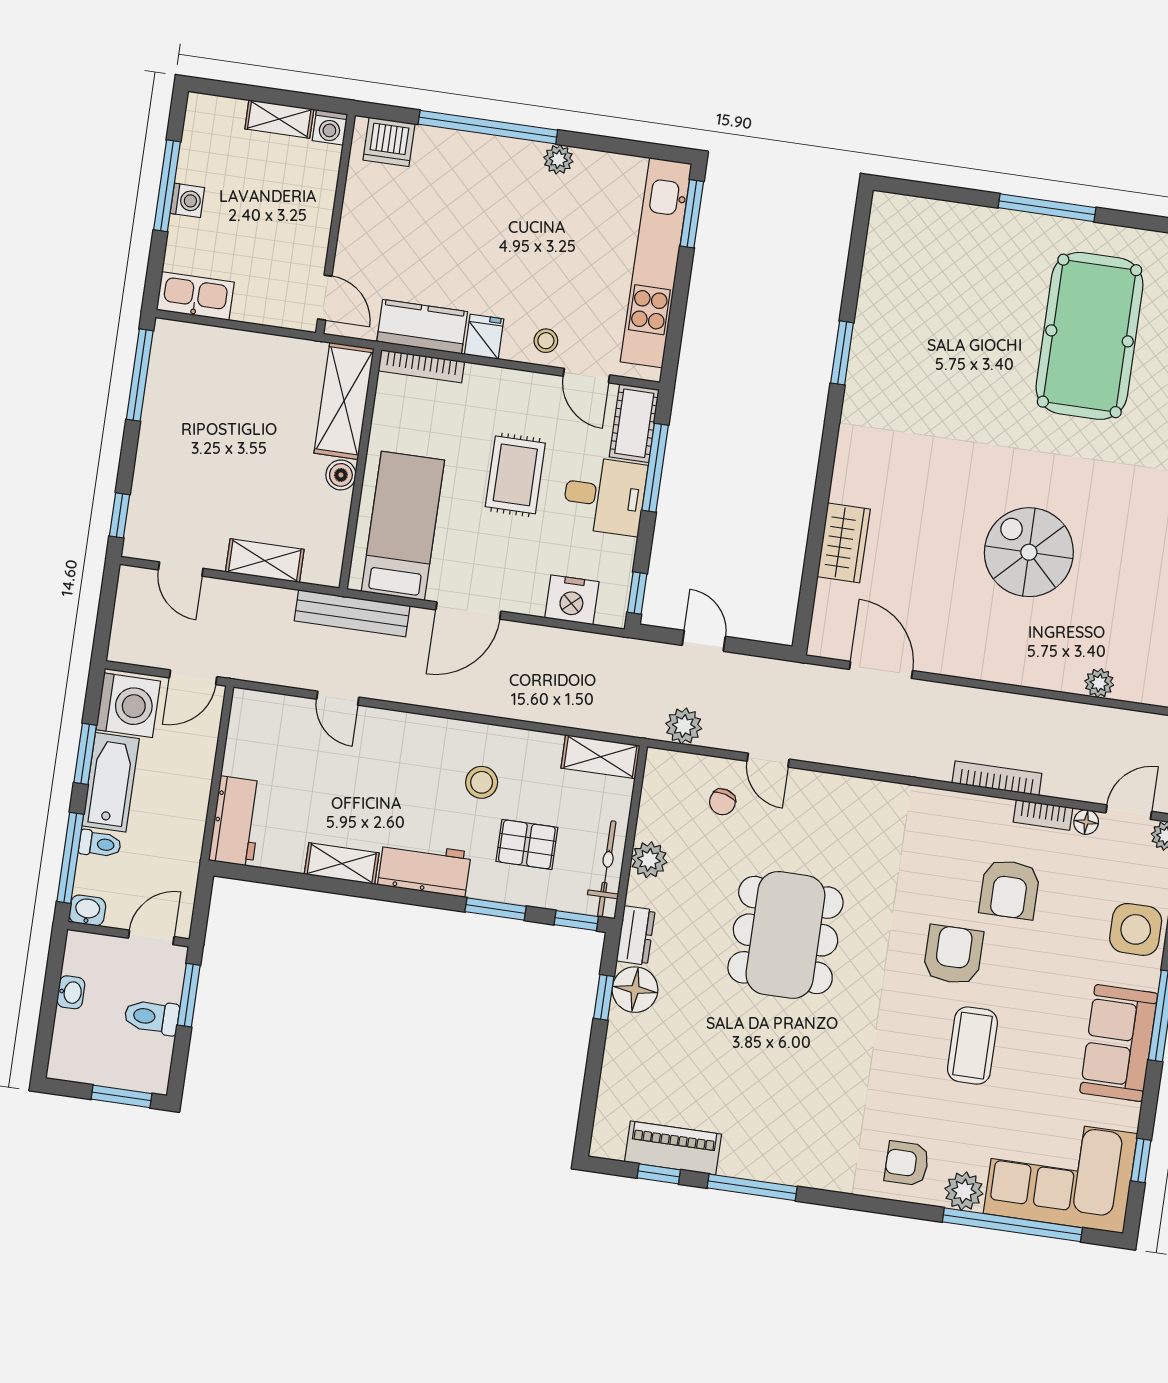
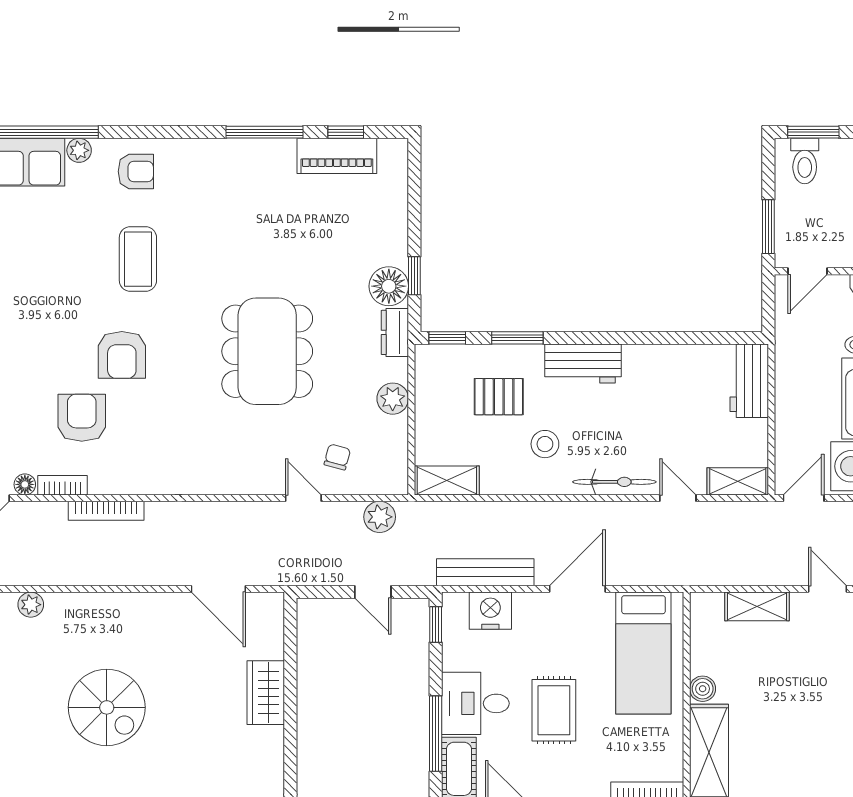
bench: (352, 613) -> (485, 572), moved
shelving: (342, 864) -> (738, 481), moved
bicycle: (607, 869) -> (614, 482), moved, turned -90
toilet: (152, 1017) -> (805, 161), moved, turned 90
coffee table: (972, 1046) -> (138, 259), moved
plant: (964, 1191) -> (79, 150), width x0.73, depth x0.73

